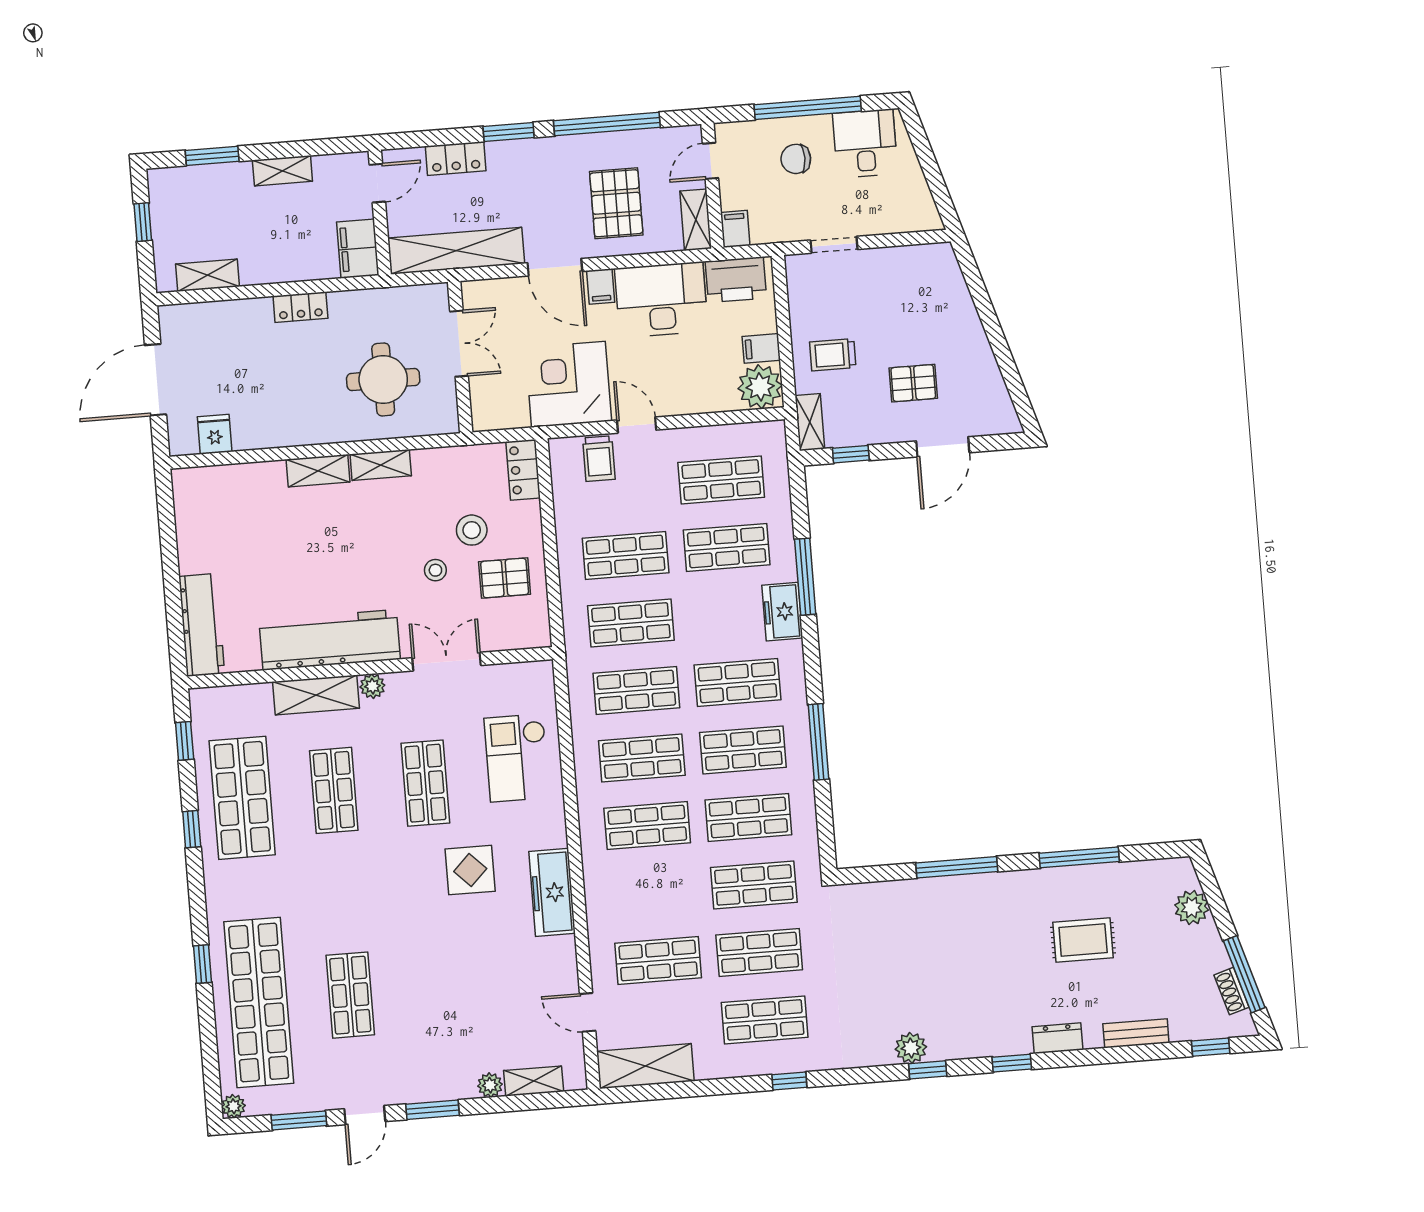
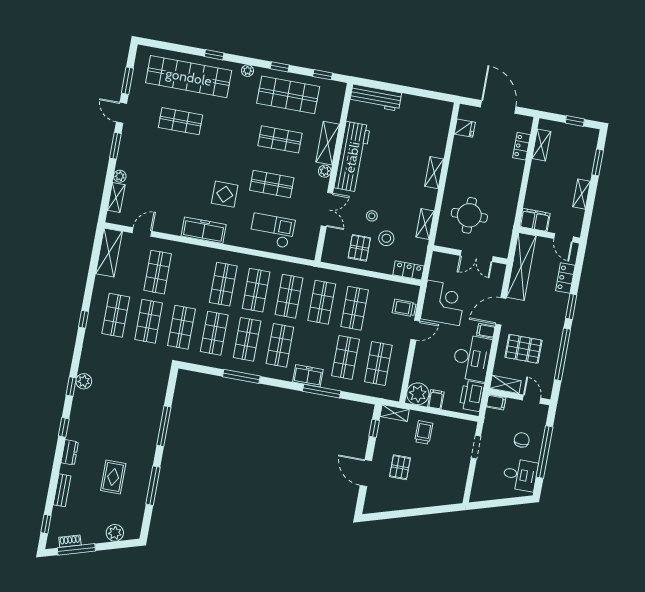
locker: (300, 307) -> (521, 146), moved
shelving: (381, 465) -> (425, 224), moved
plant: (233, 1106) -> (247, 71), moved

